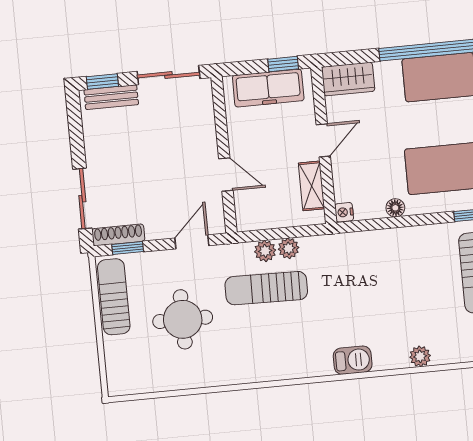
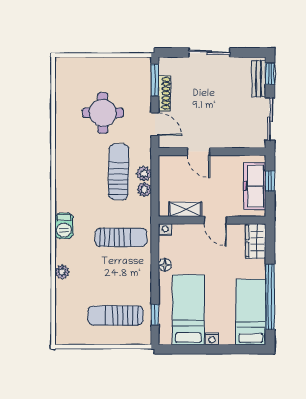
window: (283, 64) -> (270, 181), moved
door: (226, 175) -> (199, 152), hinge flipped
sliding door: (82, 199) -> (209, 52), moved
shoe rack: (118, 235) -> (164, 93), moved
window: (128, 248) -> (155, 80), width x1.50
sun lounger: (114, 297) -> (121, 237), moved

